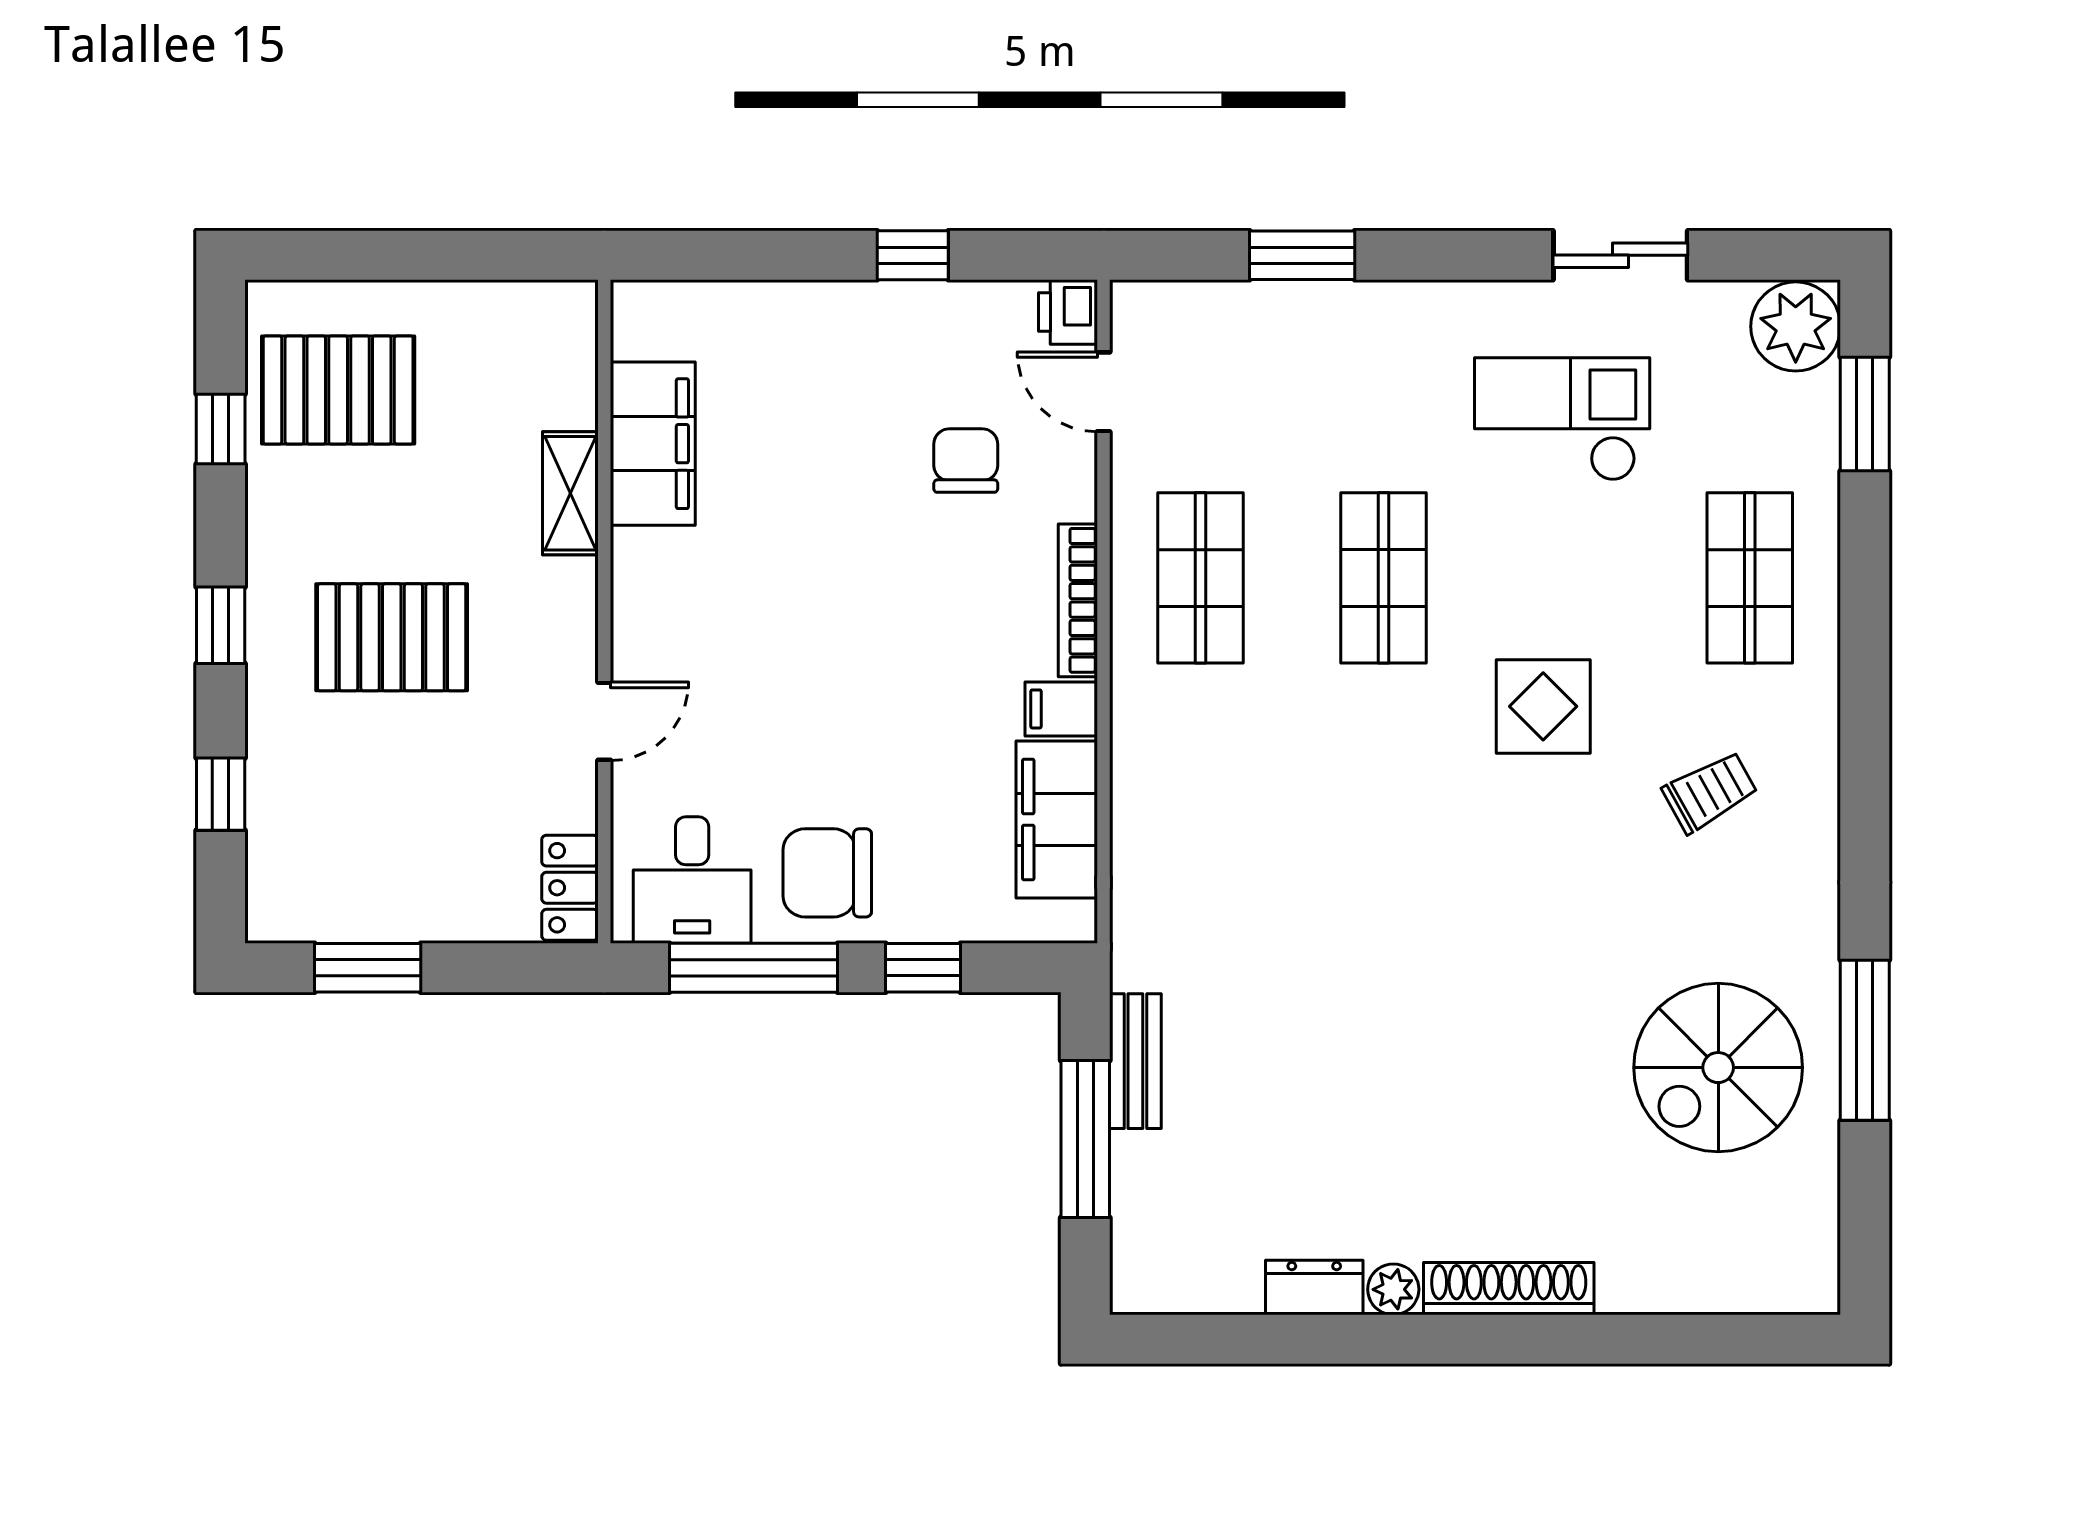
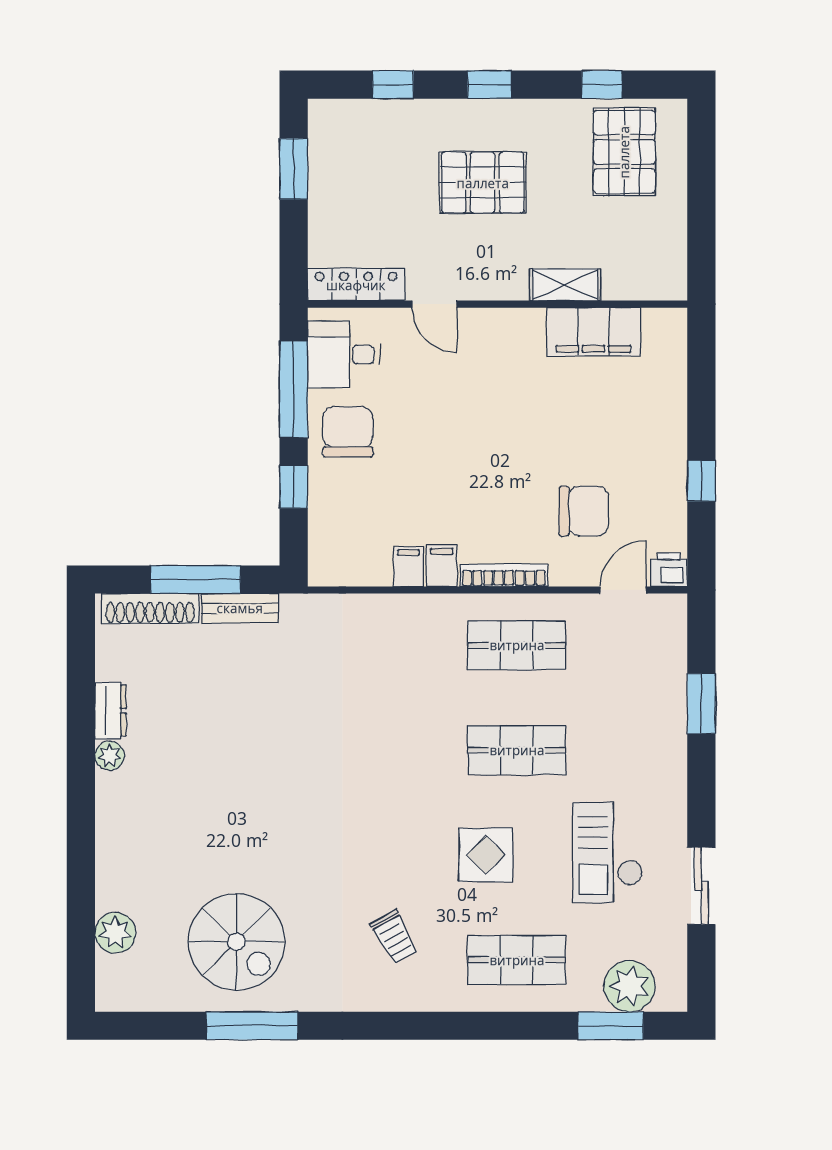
plant: (1796, 326) -> (629, 986), moved
checkout: (1562, 419) -> (608, 852), turned 180
chair: (966, 461) -> (584, 511), width x1.37, depth x1.37
pallet: (392, 637) -> (483, 183), turned 90
display table: (1543, 706) -> (486, 855), moved
filing cabinet: (1057, 819) -> (408, 567), width x0.33, depth x0.86
locker: (570, 888) -> (356, 285), width x1.53
spiral stairs: (1718, 1068) -> (236, 942), turned 180
plant: (1702, 1279) -> (115, 933), added
shoe rack: (1509, 1289) -> (150, 609), moved, turned 90

